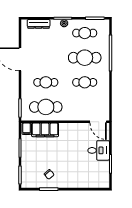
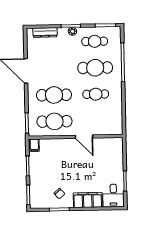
cafe table: (46, 82) -> (54, 95), width x1.37, depth x1.35
door: (98, 122) -> (84, 137), moved
filing cabinet: (45, 130) -> (88, 200), moved, turned 180
desk: (99, 150) -> (113, 196), moved, turned 90

